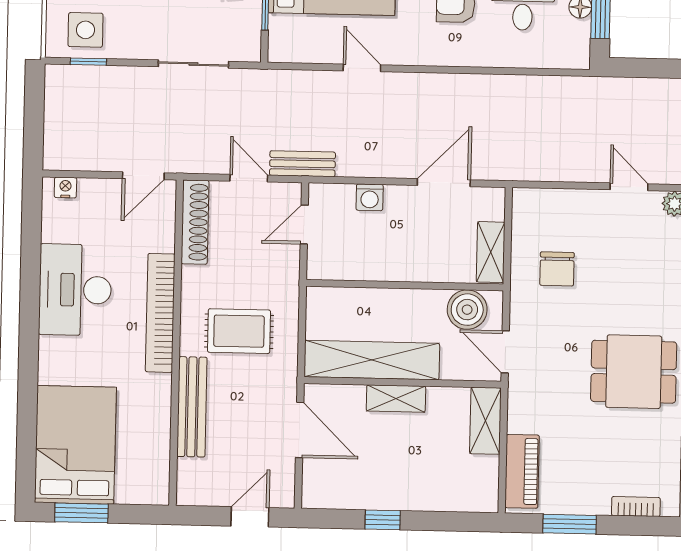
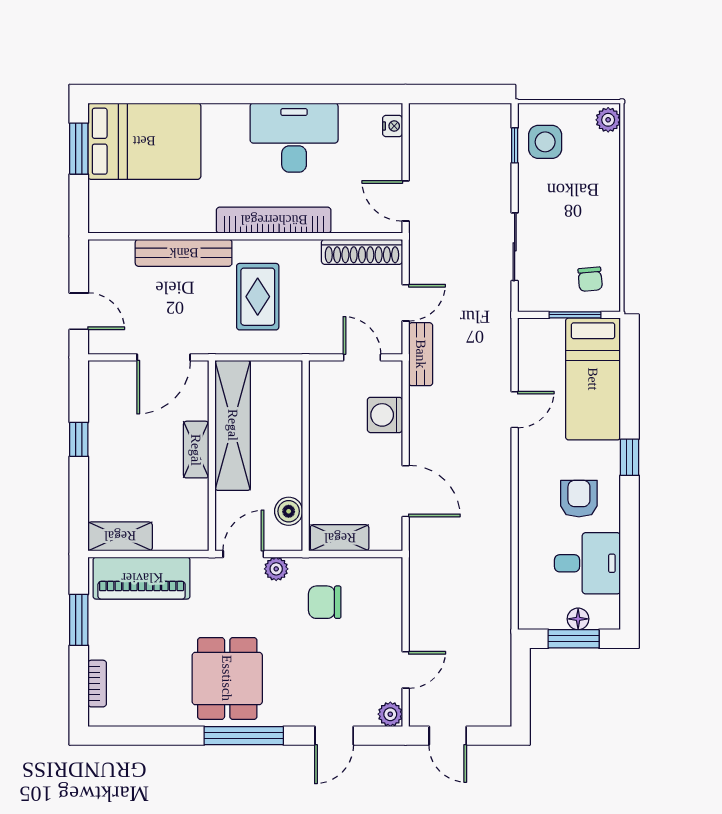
washing machine: (370, 197) -> (385, 415), width x1.38, depth x1.38
boiler: (467, 310) -> (289, 511), width x0.73, depth x0.73
plant: (521, 318) -> (276, 569), added
shelving: (485, 421) -> (120, 536), moved
piano: (522, 471) -> (142, 578), width x1.37, depth x1.33

